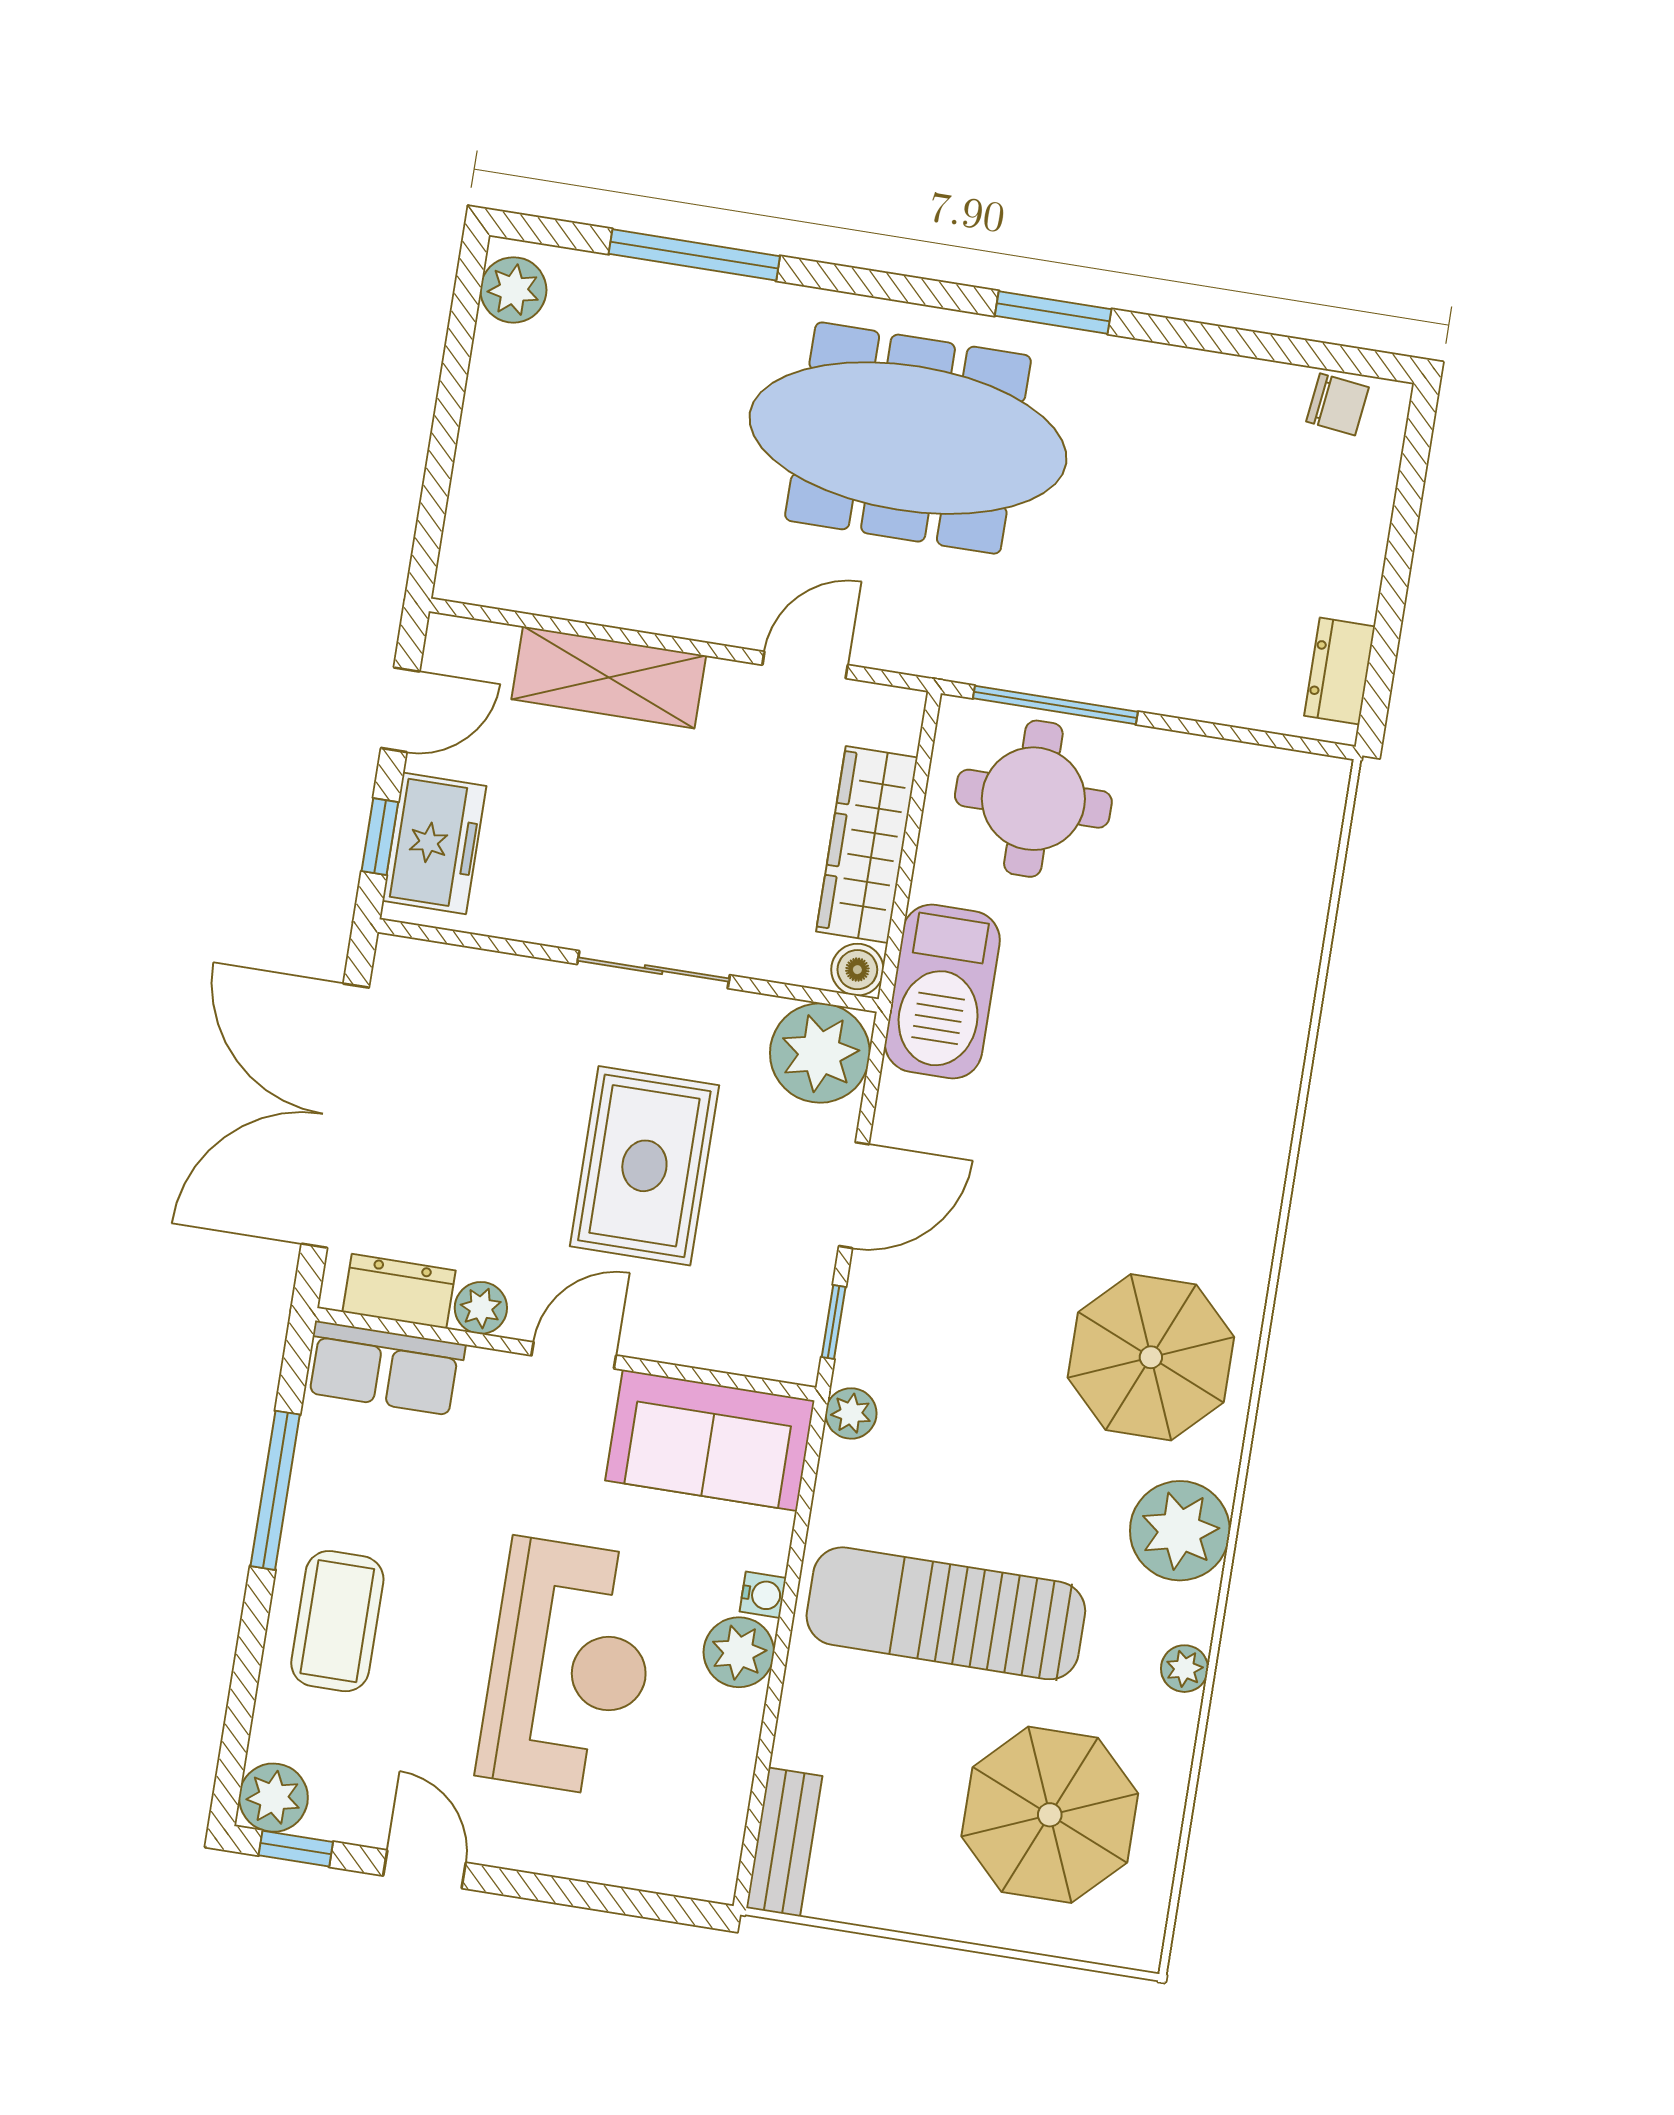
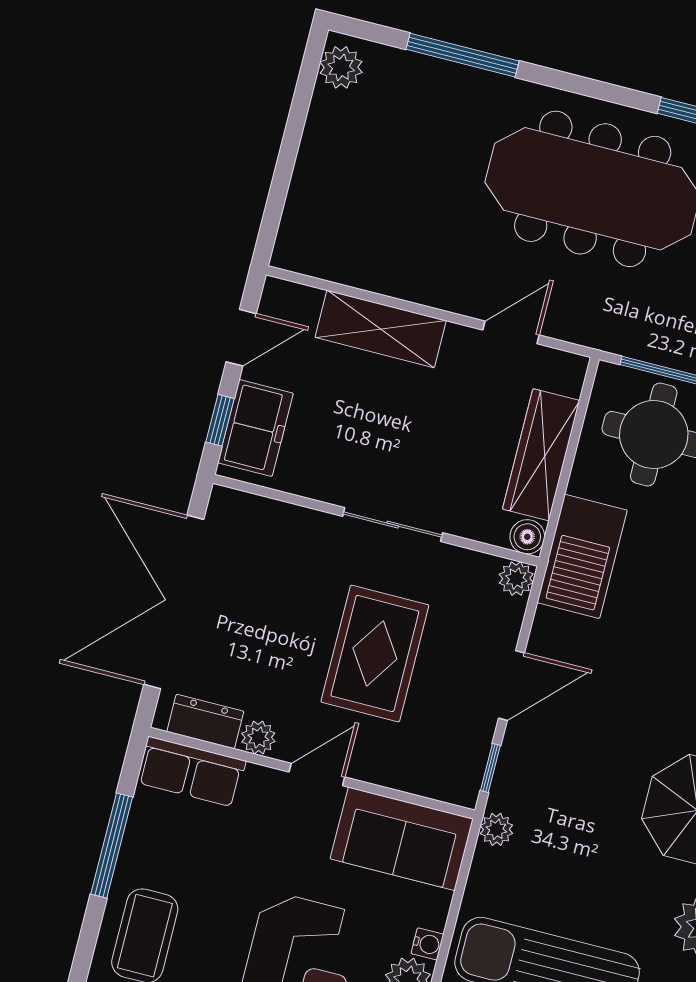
plant: (820, 1053) -> (516, 578), width x0.53, depth x0.53

